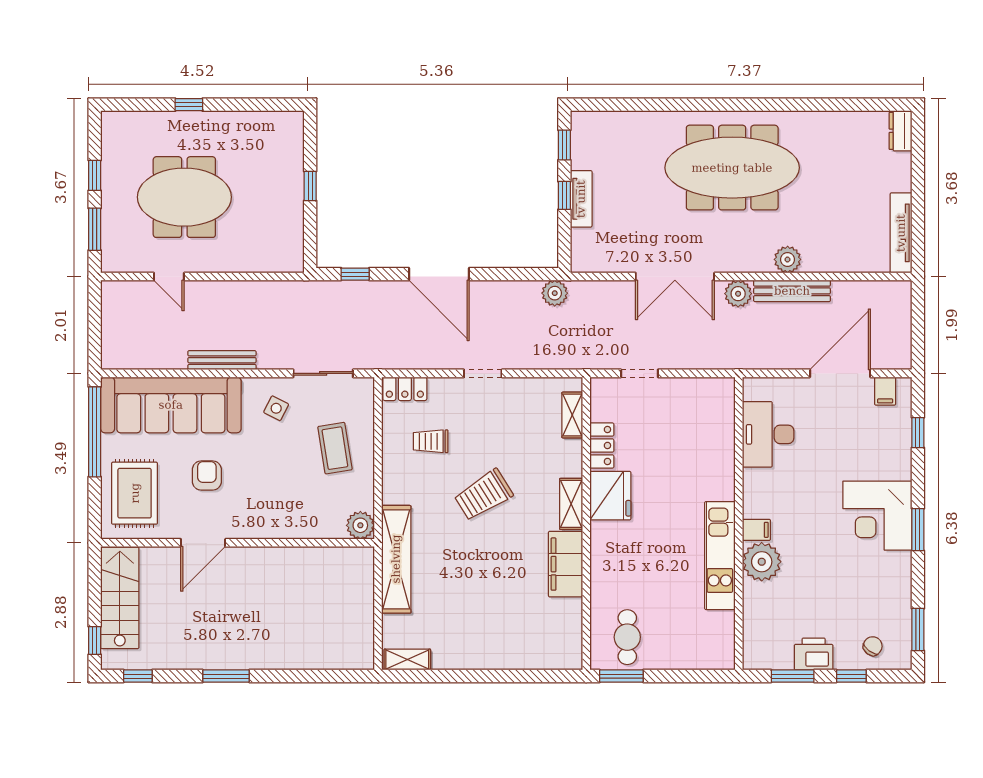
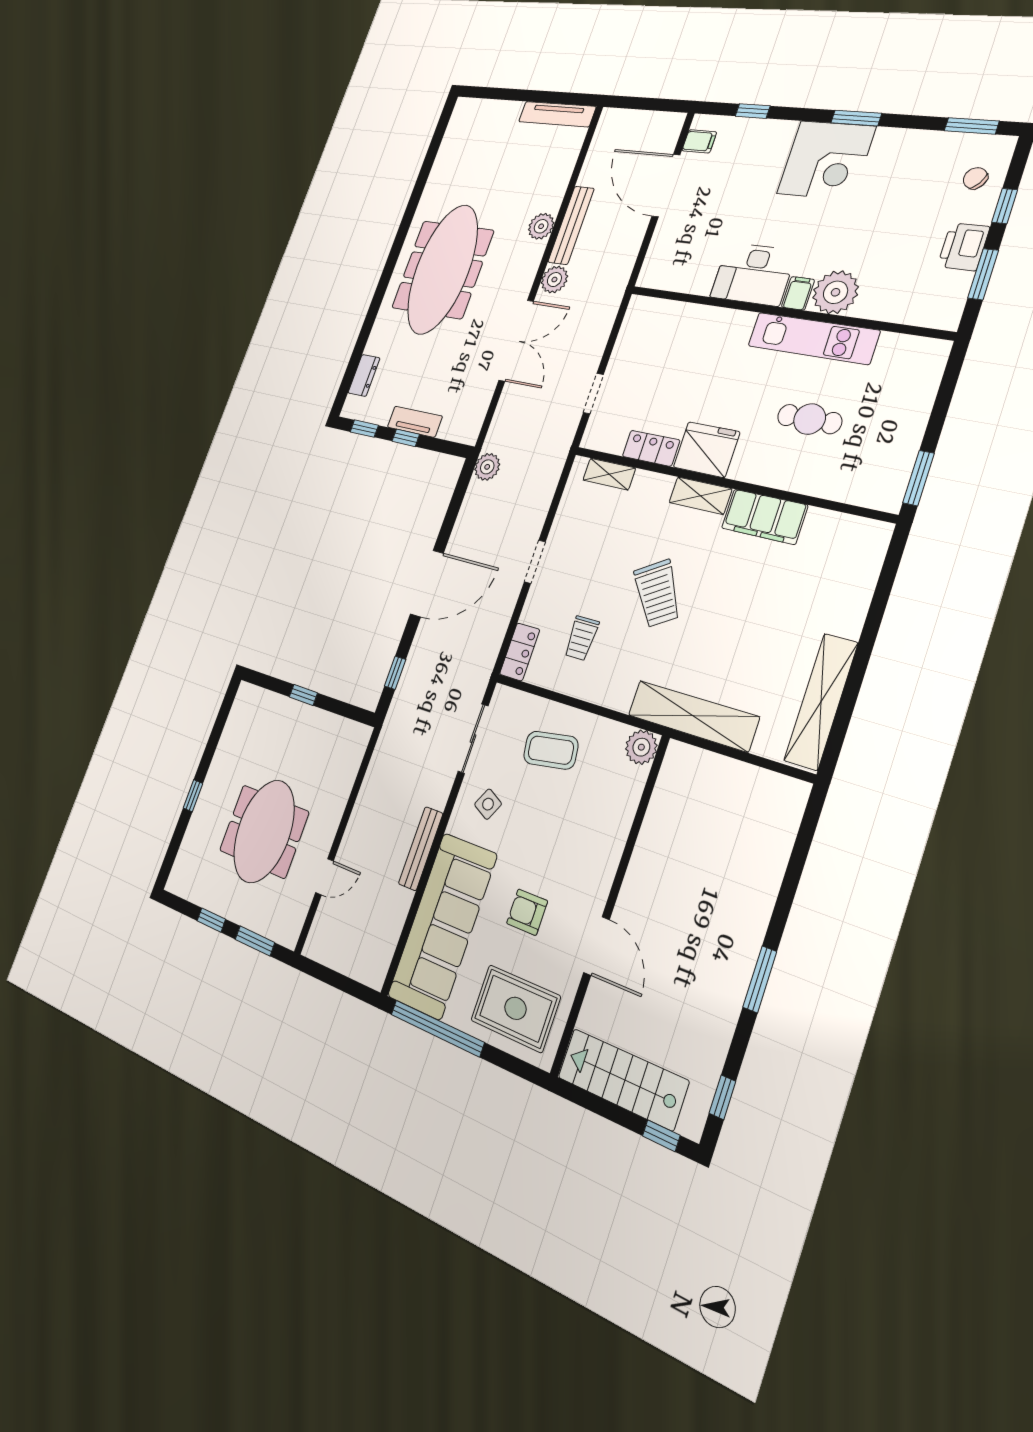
dresser: (900, 131) -> (364, 375), moved, turned -90
desk: (768, 434) -> (753, 274), moved
cafe table: (627, 637) -> (810, 419), moved
shelving: (407, 660) -> (821, 702), width x2.20, depth x1.33

